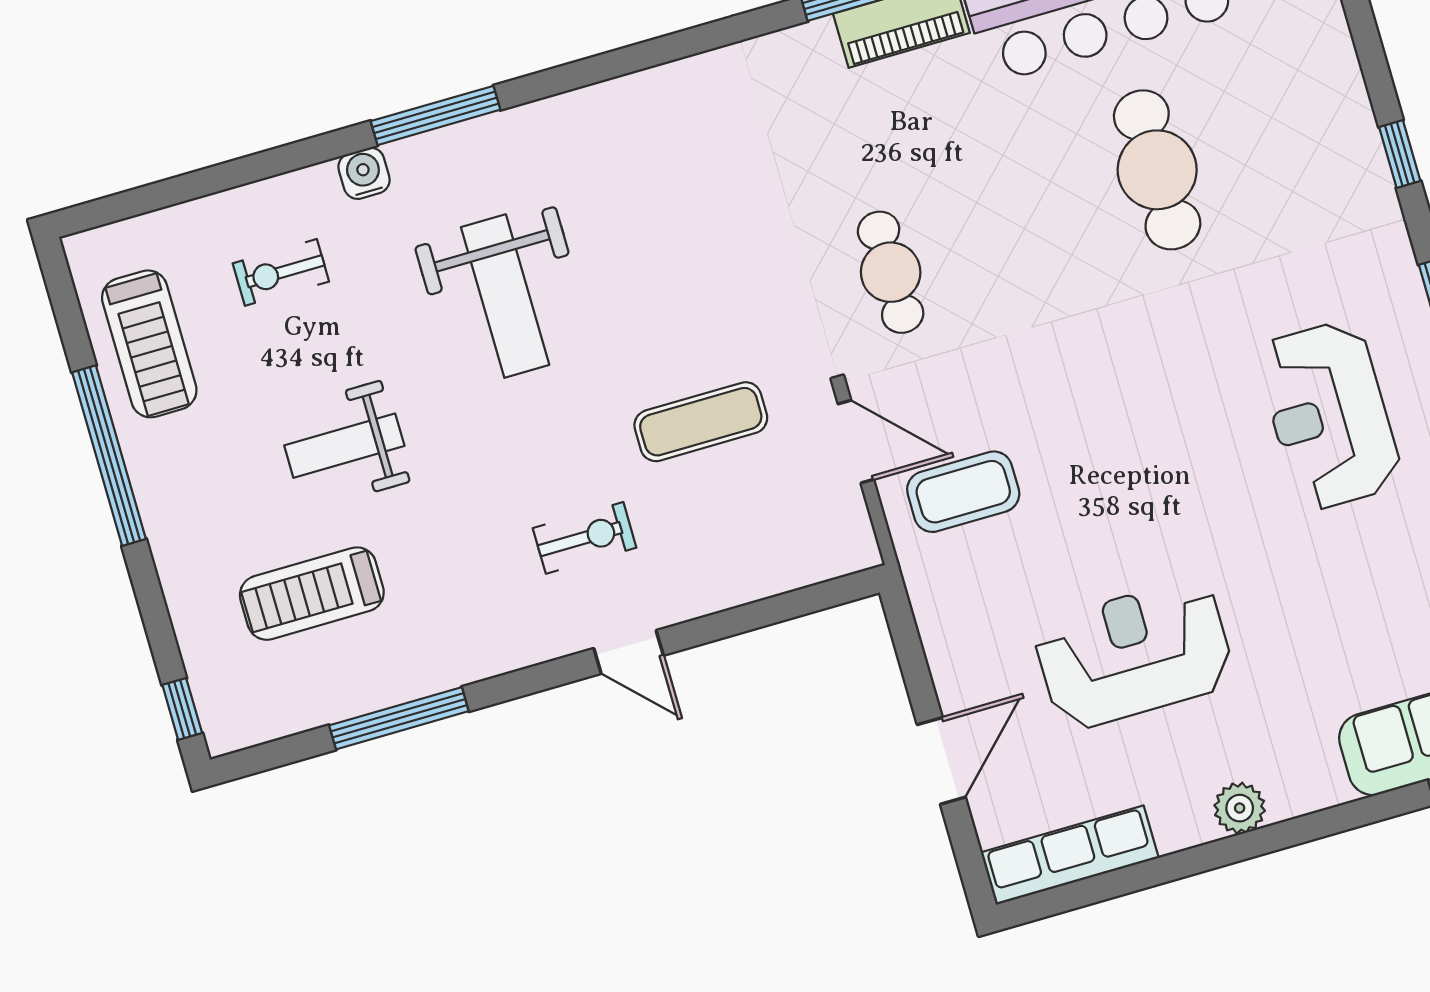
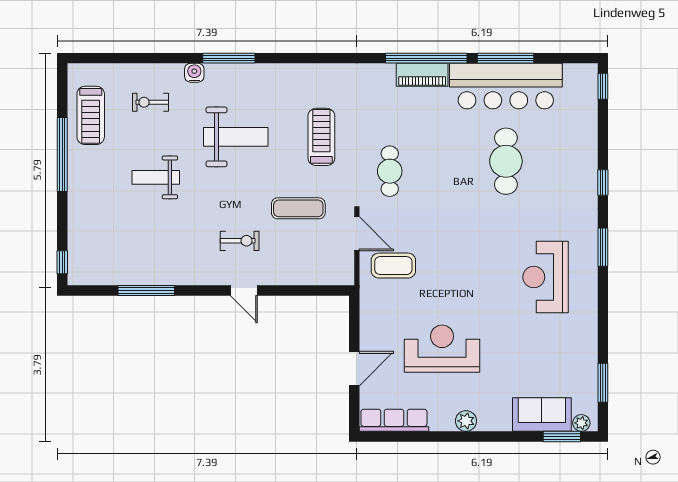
weight bench: (505, 296) -> (236, 137), turned -90
treadmill: (312, 594) -> (321, 137), moved, turned 90

